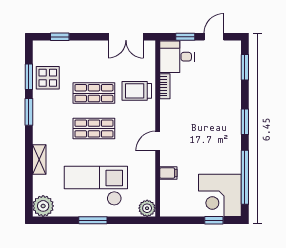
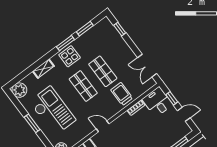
display table: (48, 78) -> (70, 56), moved

